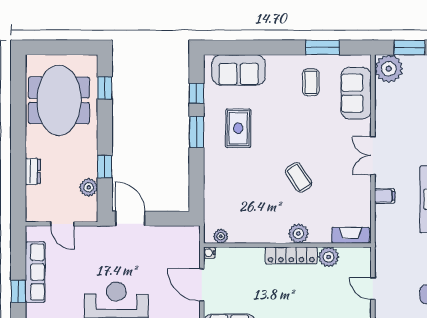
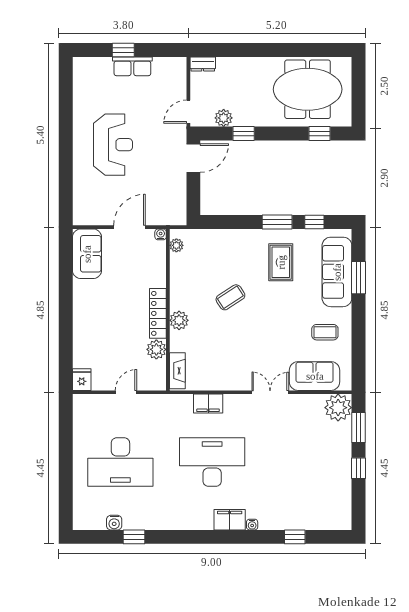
window: (322, 48) -> (359, 278), moved
sofa: (239, 70) -> (337, 272), width x1.36
rug: (238, 128) -> (281, 262), turned 90
double door: (373, 156) -> (270, 392), moved
dresser: (33, 171) -> (203, 64), moved
coffee table: (299, 177) -> (230, 297), moved
filing cabinet: (385, 196) -> (208, 404), width x2.00
door: (62, 224) -> (188, 112), moved
row of seats: (35, 272) -> (132, 66), width x0.68

